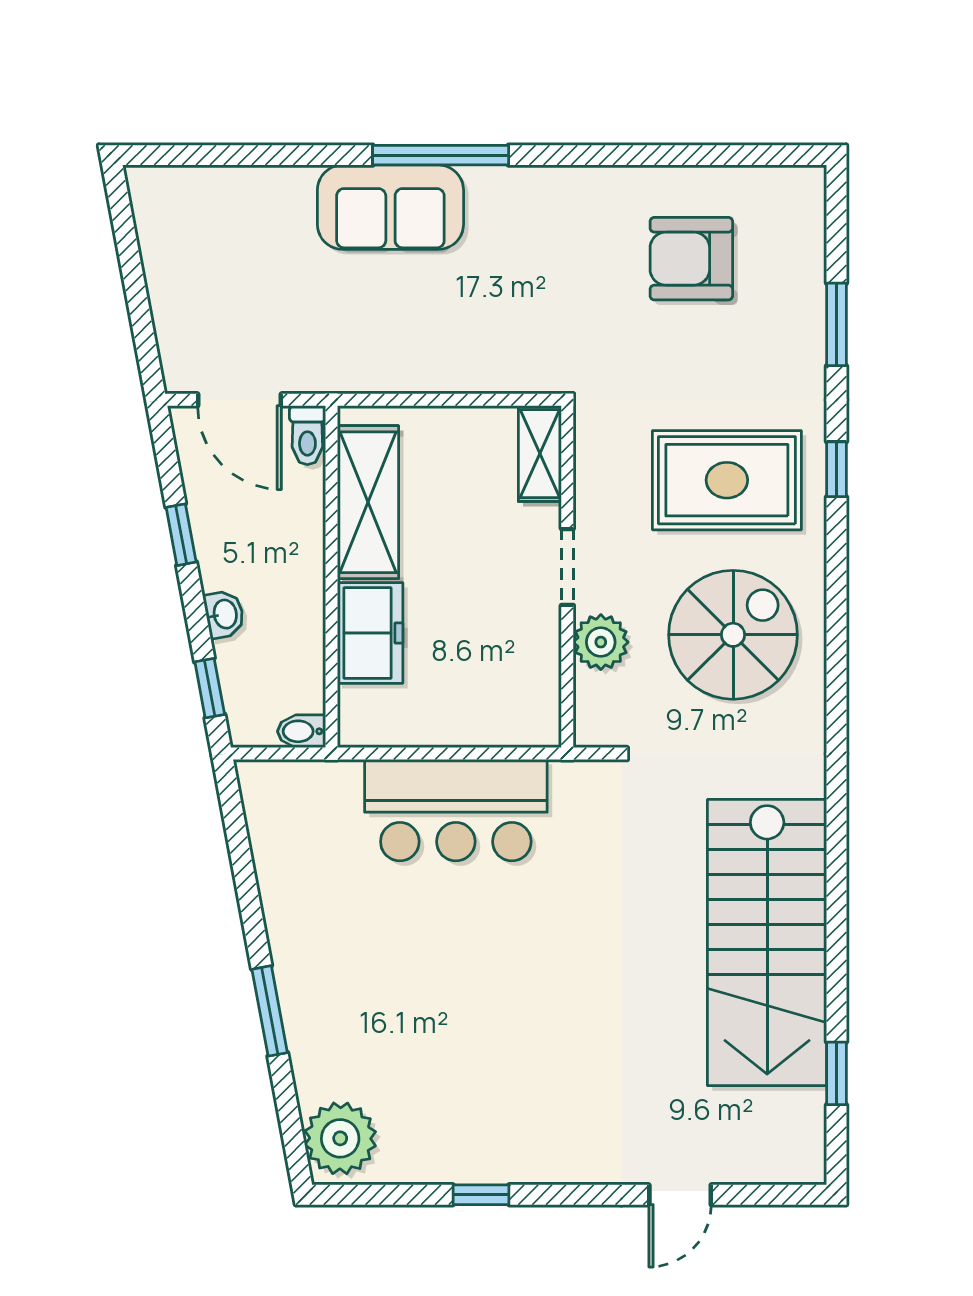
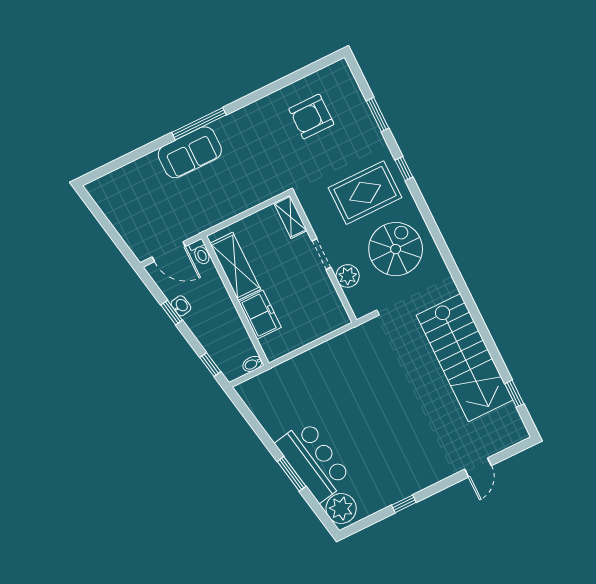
washbasin: (224, 614) -> (181, 306), moved
bar counter: (456, 810) -> (313, 461), moved, turned -101

